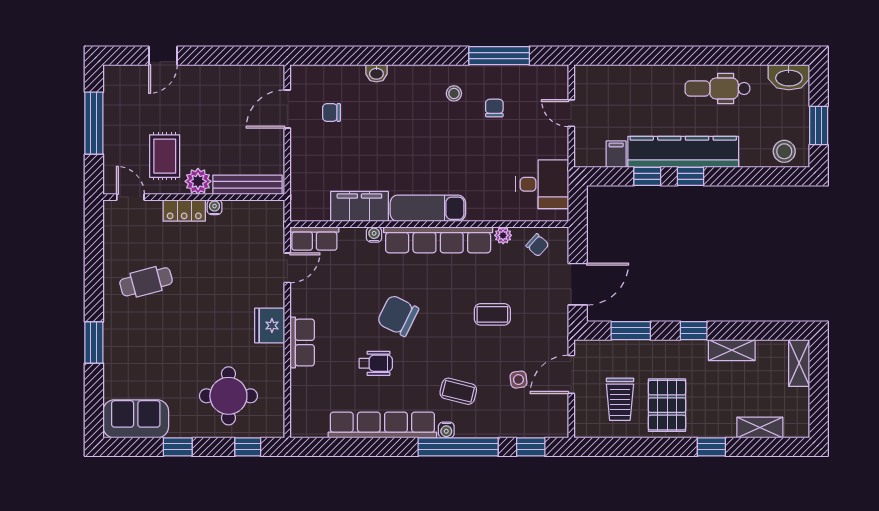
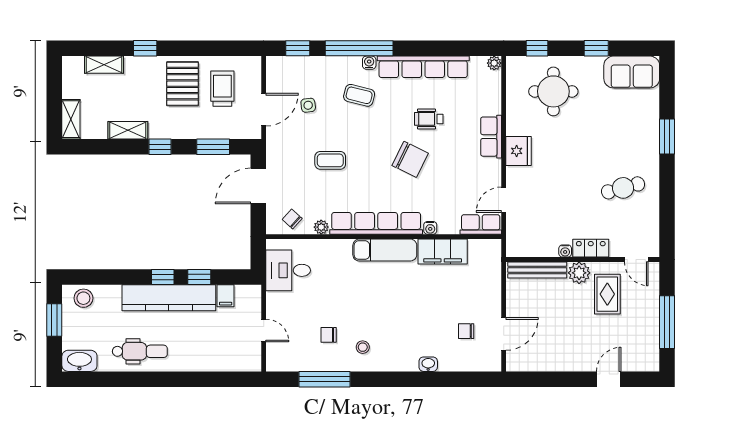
chair: (494, 108) -> (329, 335), turned 90
chair: (332, 112) -> (466, 331), turned 180
plant: (298, 429) -> (494, 63), added

